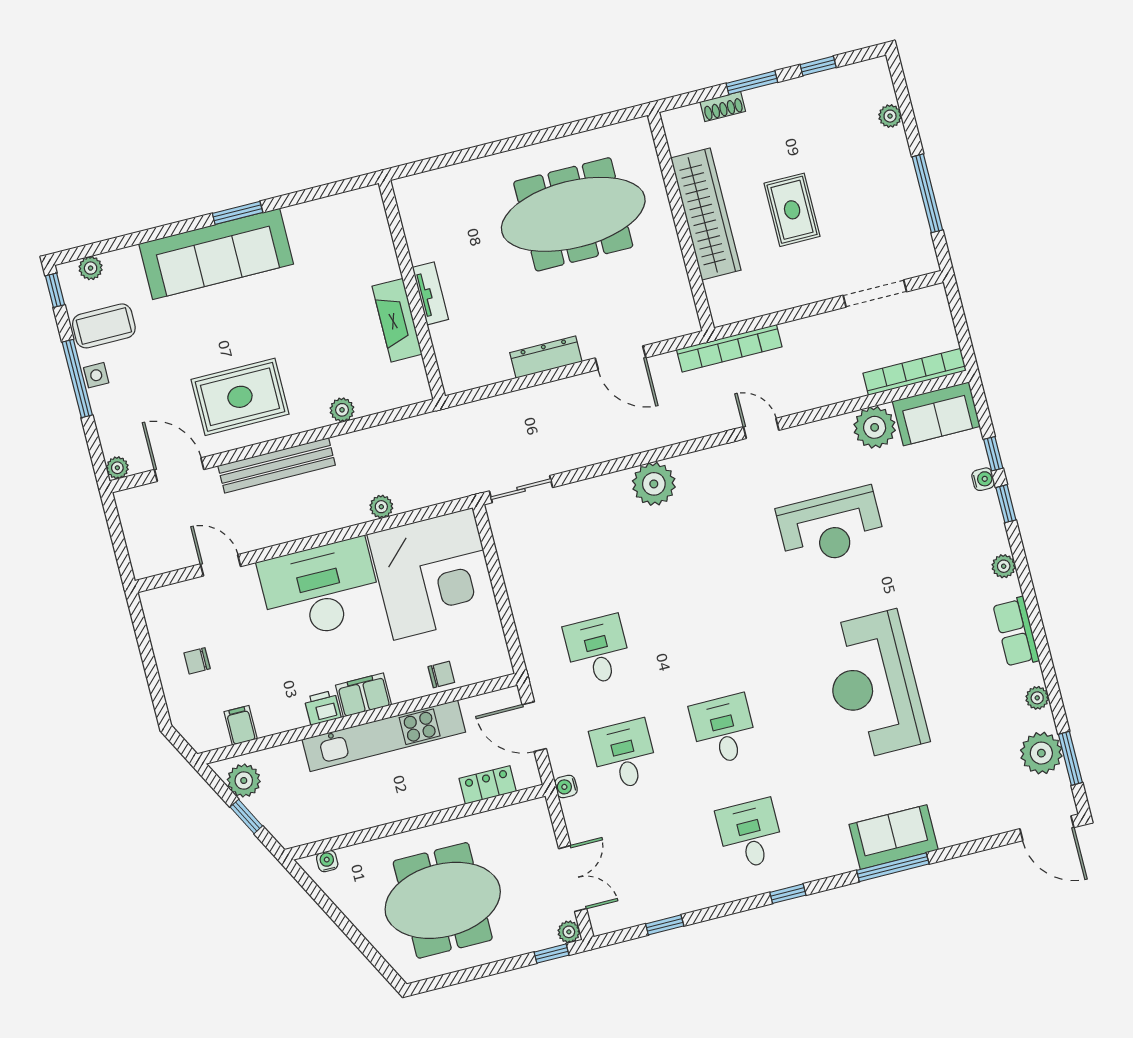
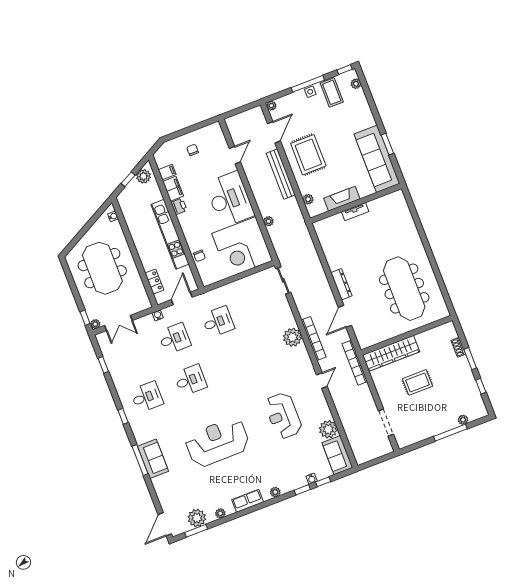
window: (927, 193) -> (450, 433), moved
wardrobe: (706, 214) -> (391, 353), moved
sofa: (216, 254) -> (377, 159), moved
wall: (412, 290) -> (356, 203), moved
tv unit: (430, 293) -> (355, 212), moved
fireplace: (397, 320) -> (342, 199), moved
bookcase: (915, 372) -> (314, 338), moved
filing cabinet: (363, 695) -> (173, 189), moved

